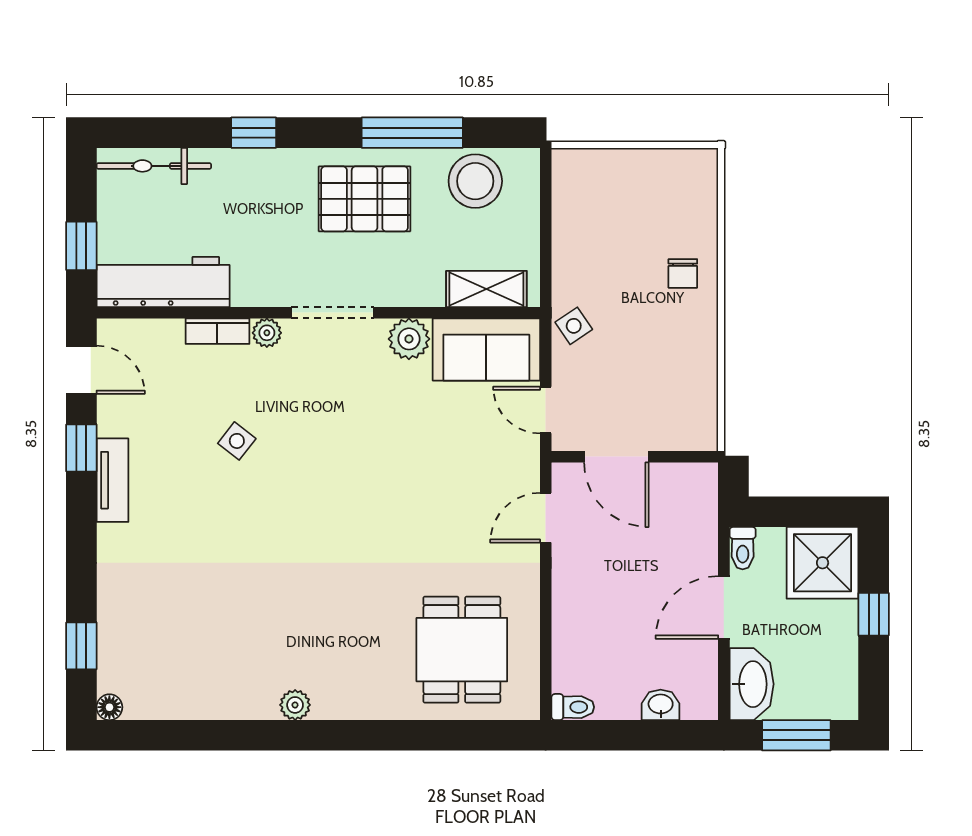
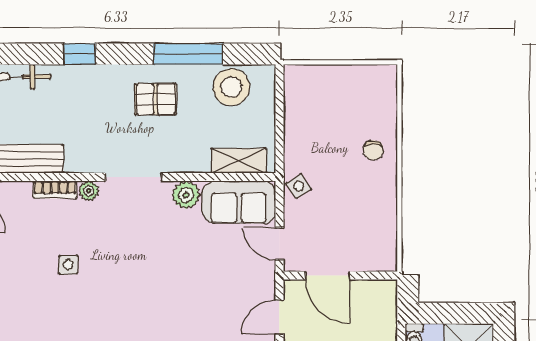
pallet: (365, 199) -> (156, 99), width x0.67, depth x0.71
side table: (237, 441) -> (68, 265), turned -38

